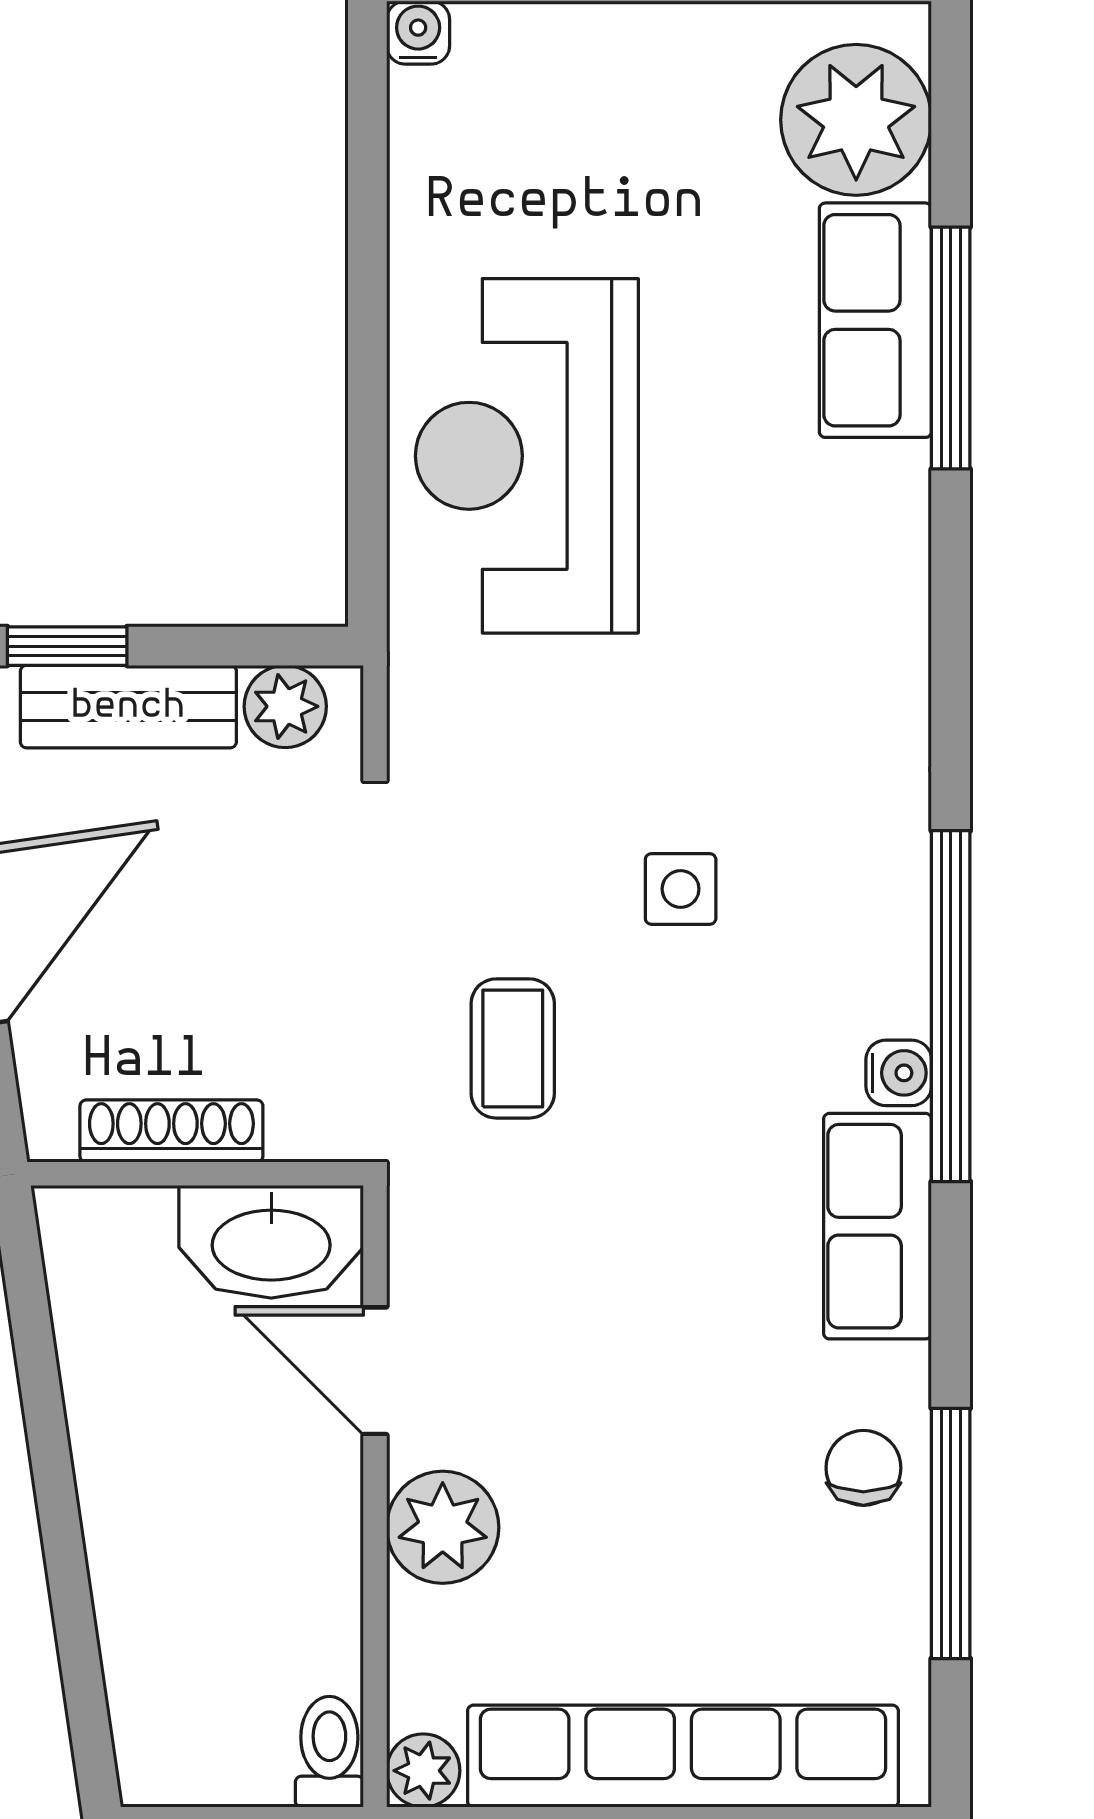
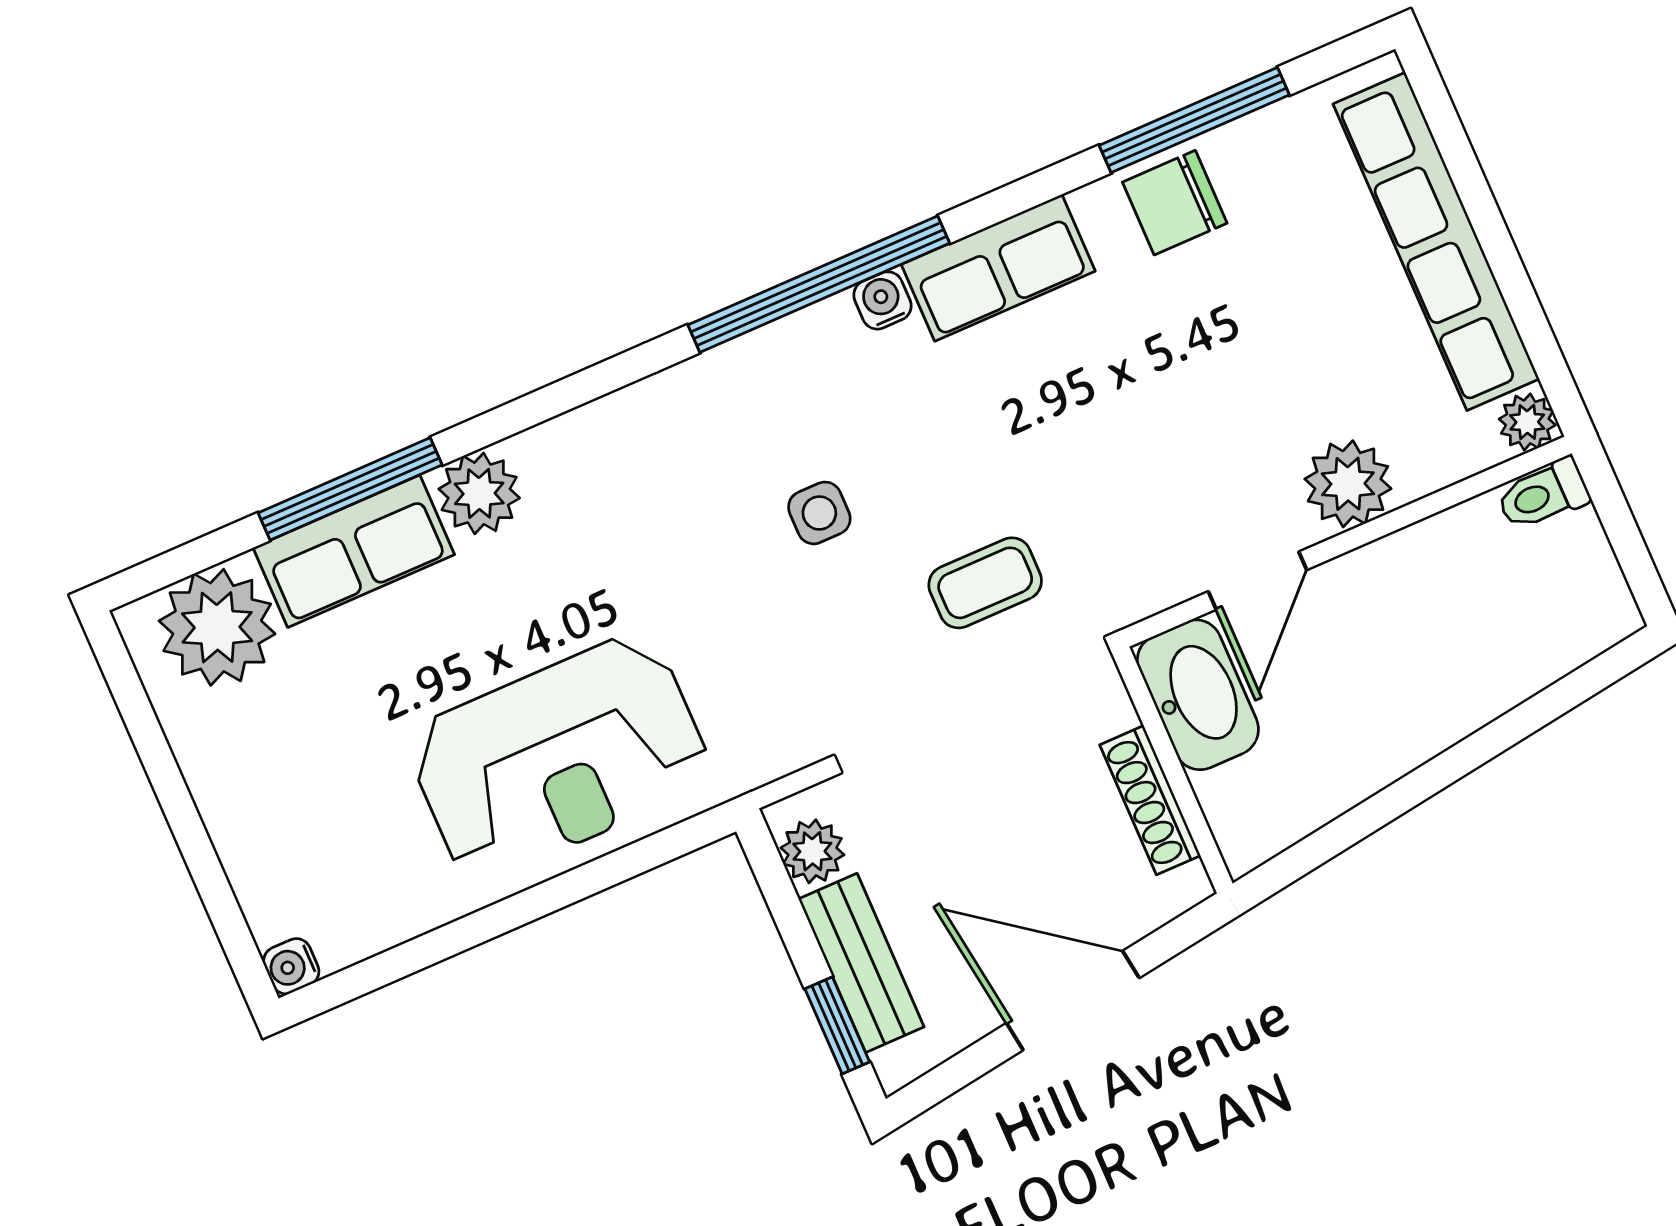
plant: (879, 498) -> (479, 493), added
chair: (863, 1468) -> (1175, 203), width x1.37, depth x1.37

